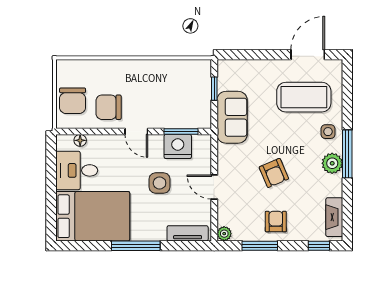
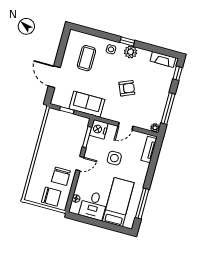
door: (308, 55) -> (54, 77), moved
coffee table: (304, 97) -> (86, 58), width x0.73, depth x0.76
nightstand: (178, 146) -> (99, 129), moved
window: (347, 154) -> (127, 41), width x0.46
bed: (93, 216) -> (118, 202), width x0.67
armchair: (276, 222) -> (156, 95), removed
window: (136, 246) -> (142, 203), moved
window: (260, 246) -> (168, 108), width x1.44

